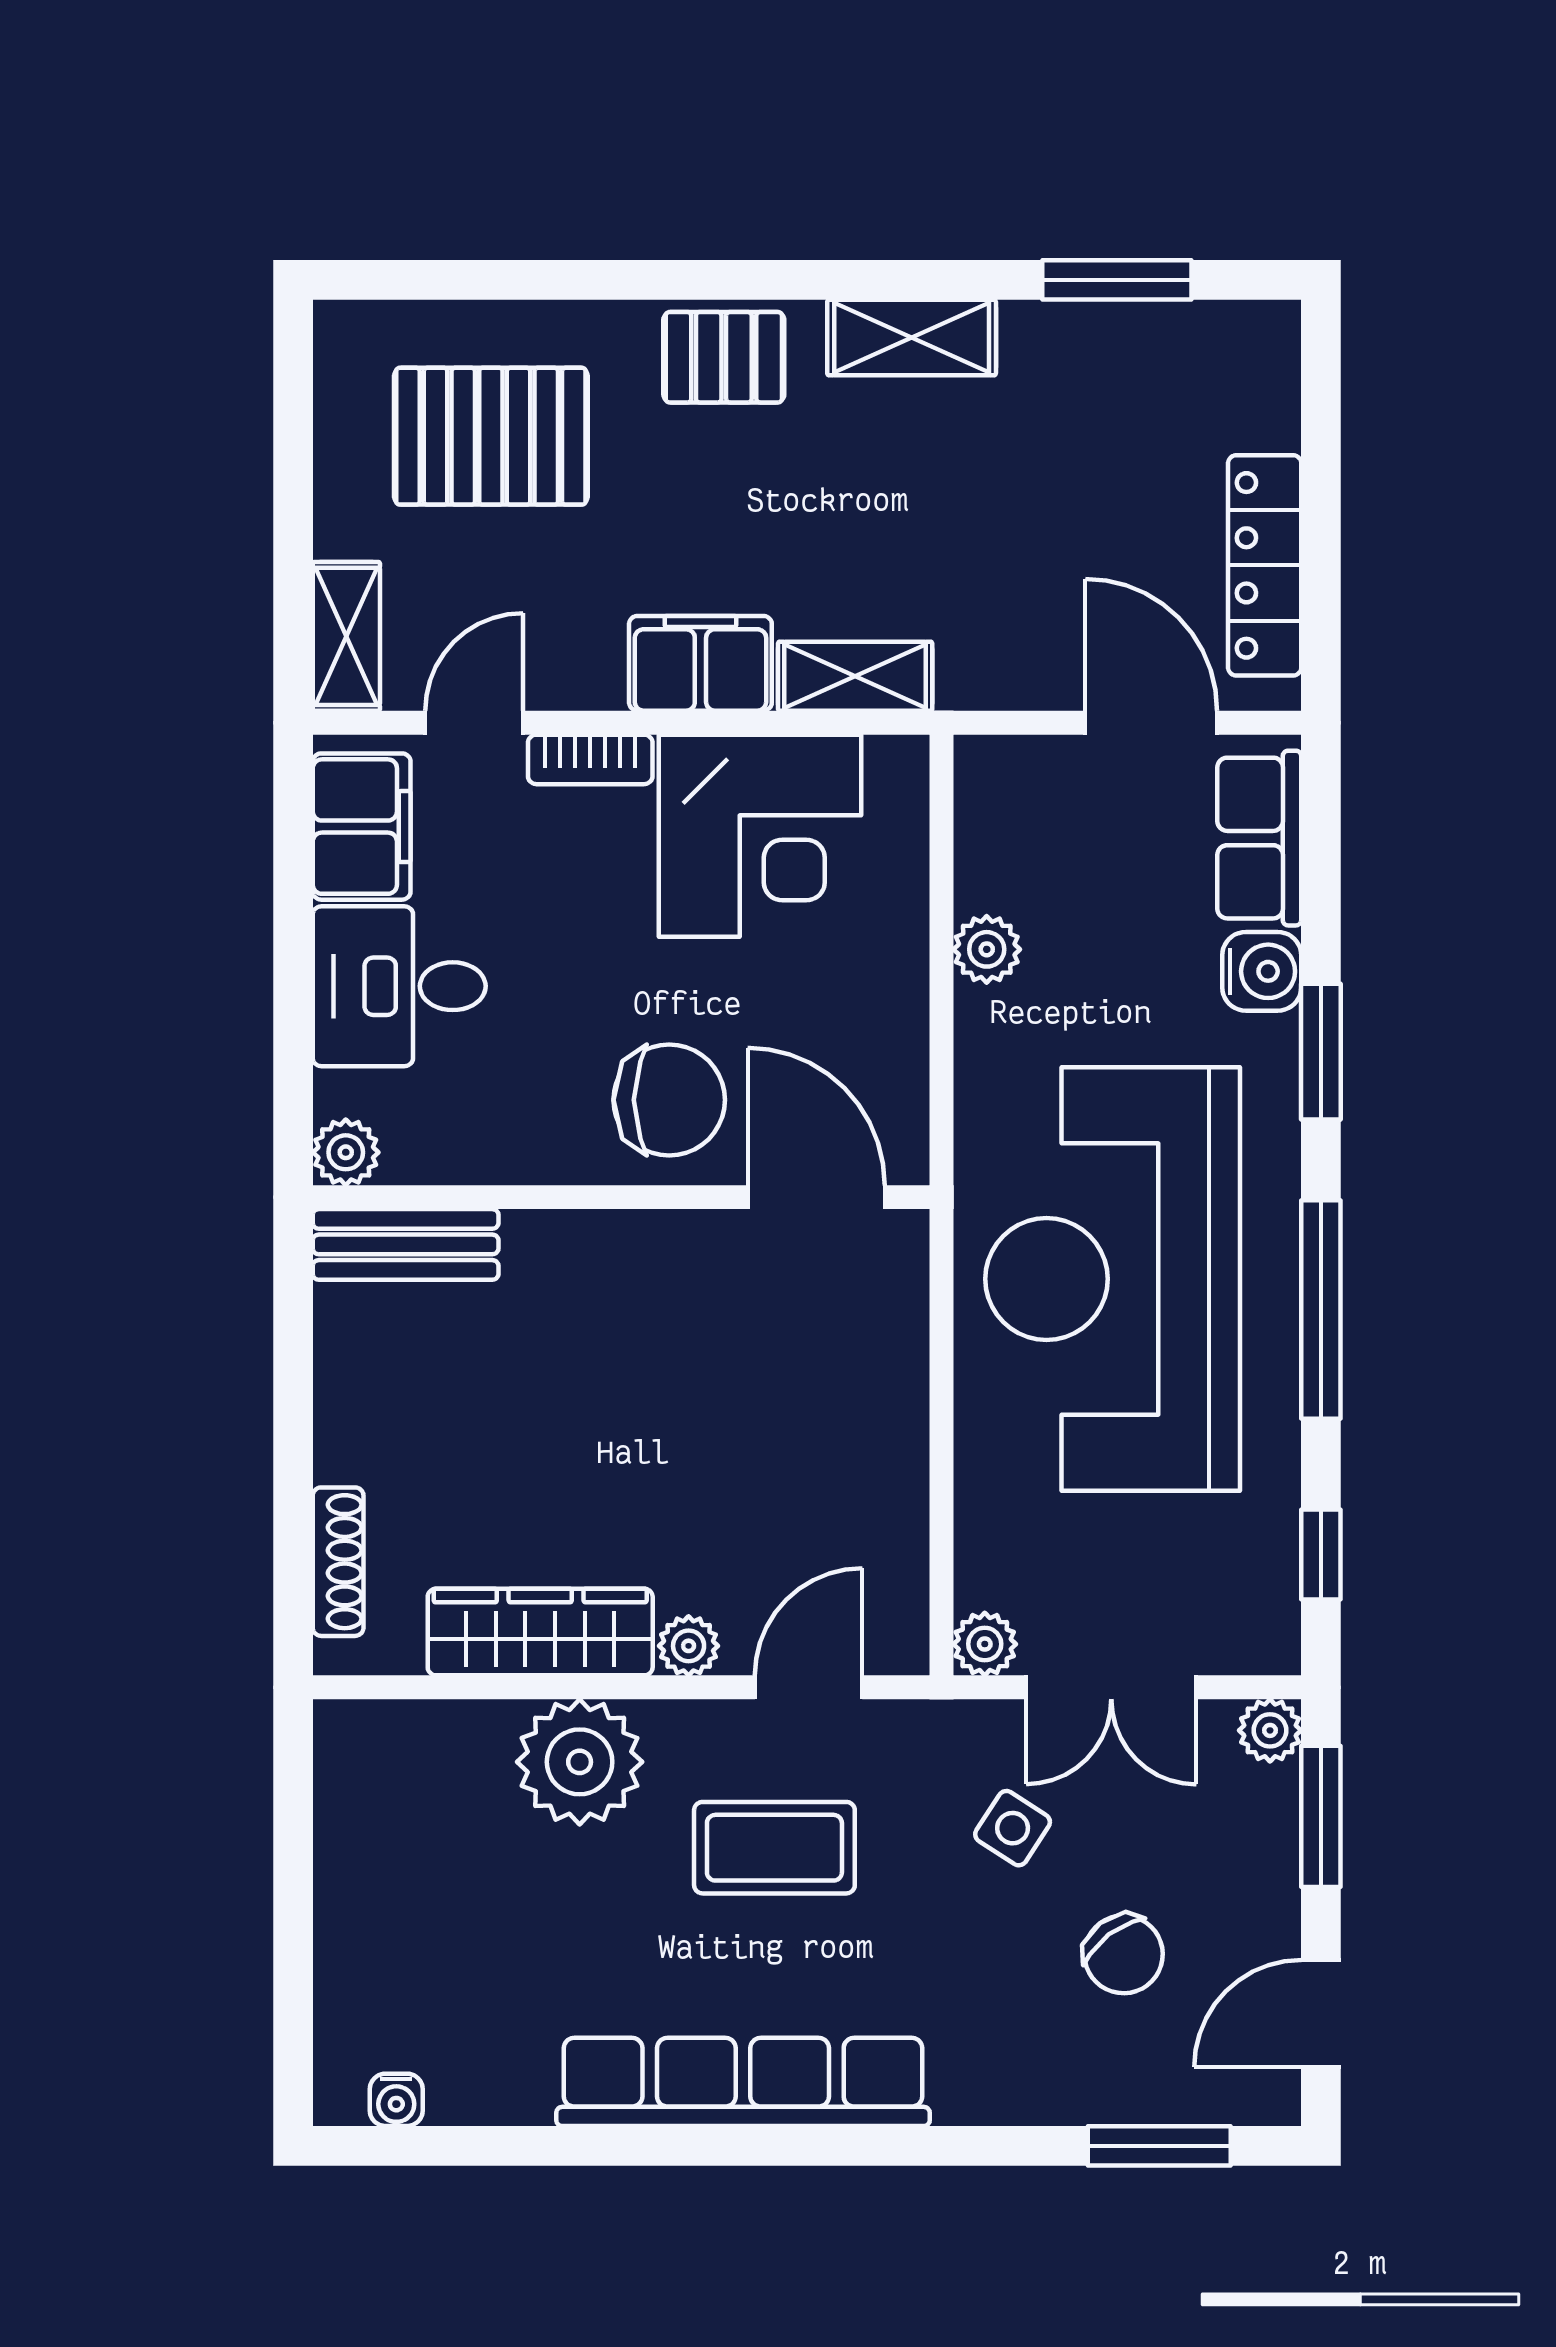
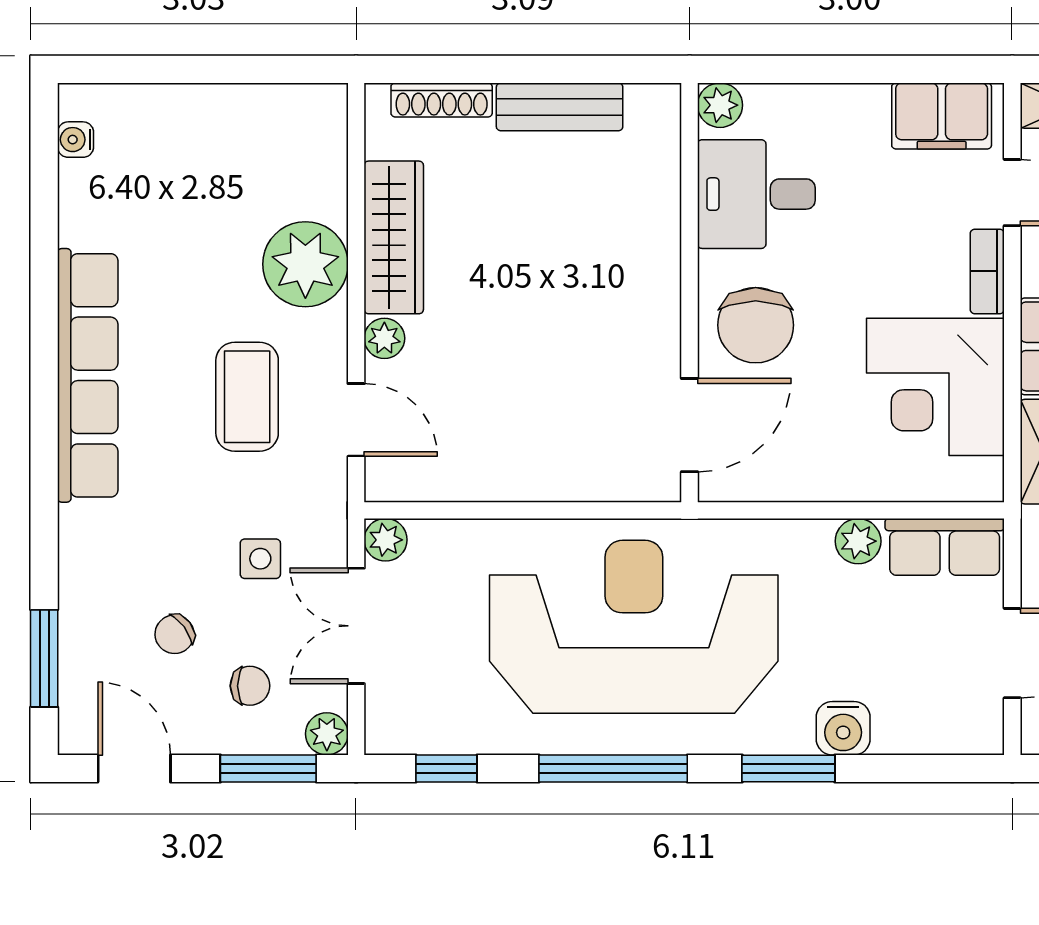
row of seats: (1259, 838) -> (945, 547), moved, turned 180
desk: (399, 986) -> (756, 194), moved, turned -90
bench: (406, 1244) -> (560, 107), moved, turned 90
side table: (1013, 1828) -> (260, 559), turned -33
chair: (1199, 1843) -> (250, 686), added
chair: (1124, 1954) -> (175, 634), width x0.73, depth x0.73

